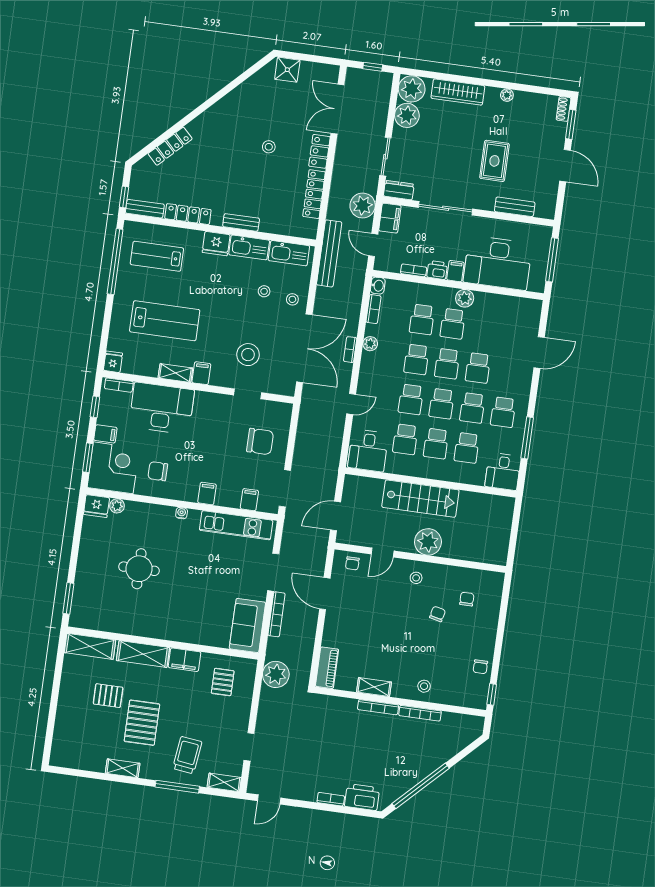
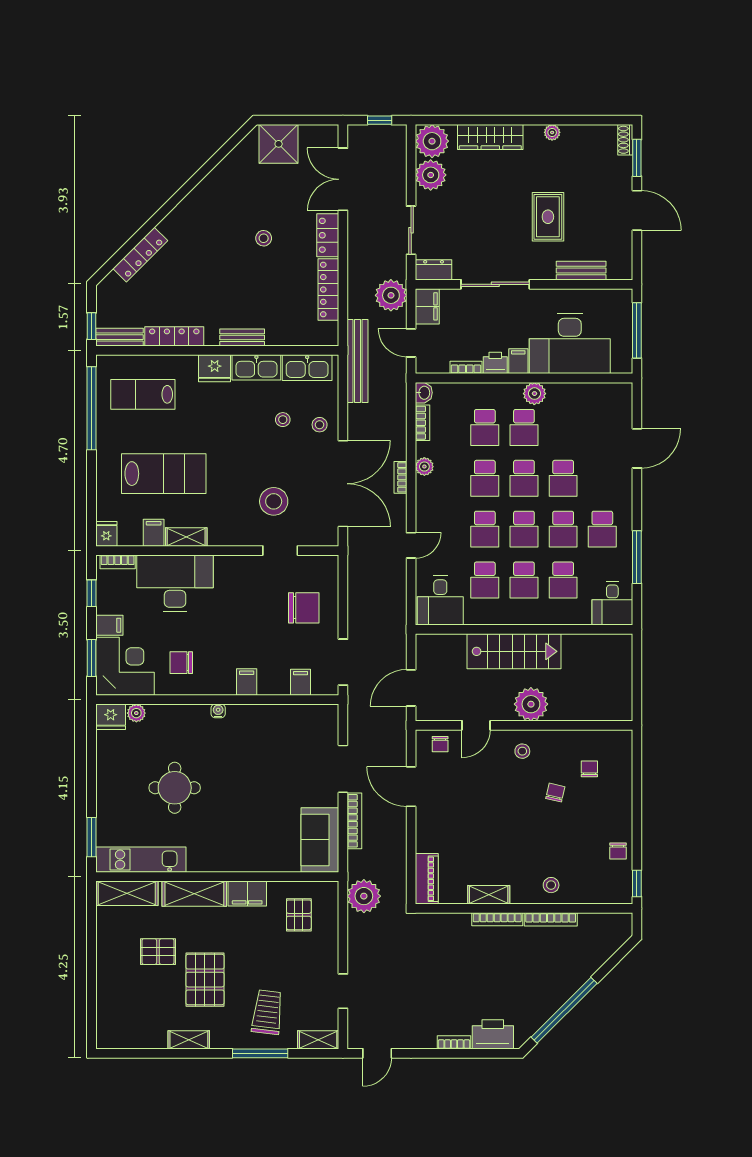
shower: (287, 70) -> (279, 144), width x1.36, depth x1.36
filing cabinet: (201, 373) -> (154, 533), moved
kitchen unit: (236, 525) -> (141, 860), moved, turned 180

